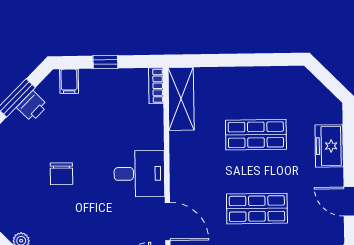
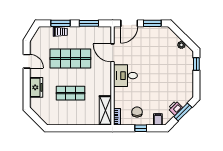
chair: (61, 174) -> (137, 112), moved
shop shelf: (257, 209) -> (70, 58), width x1.43, depth x1.36

